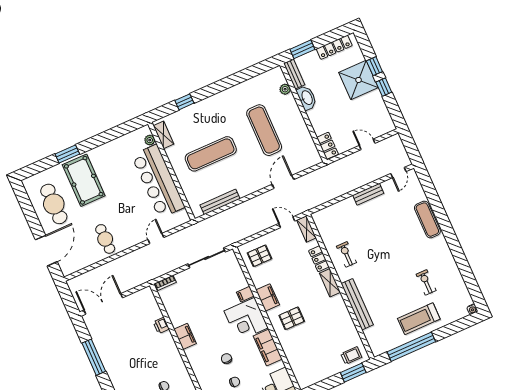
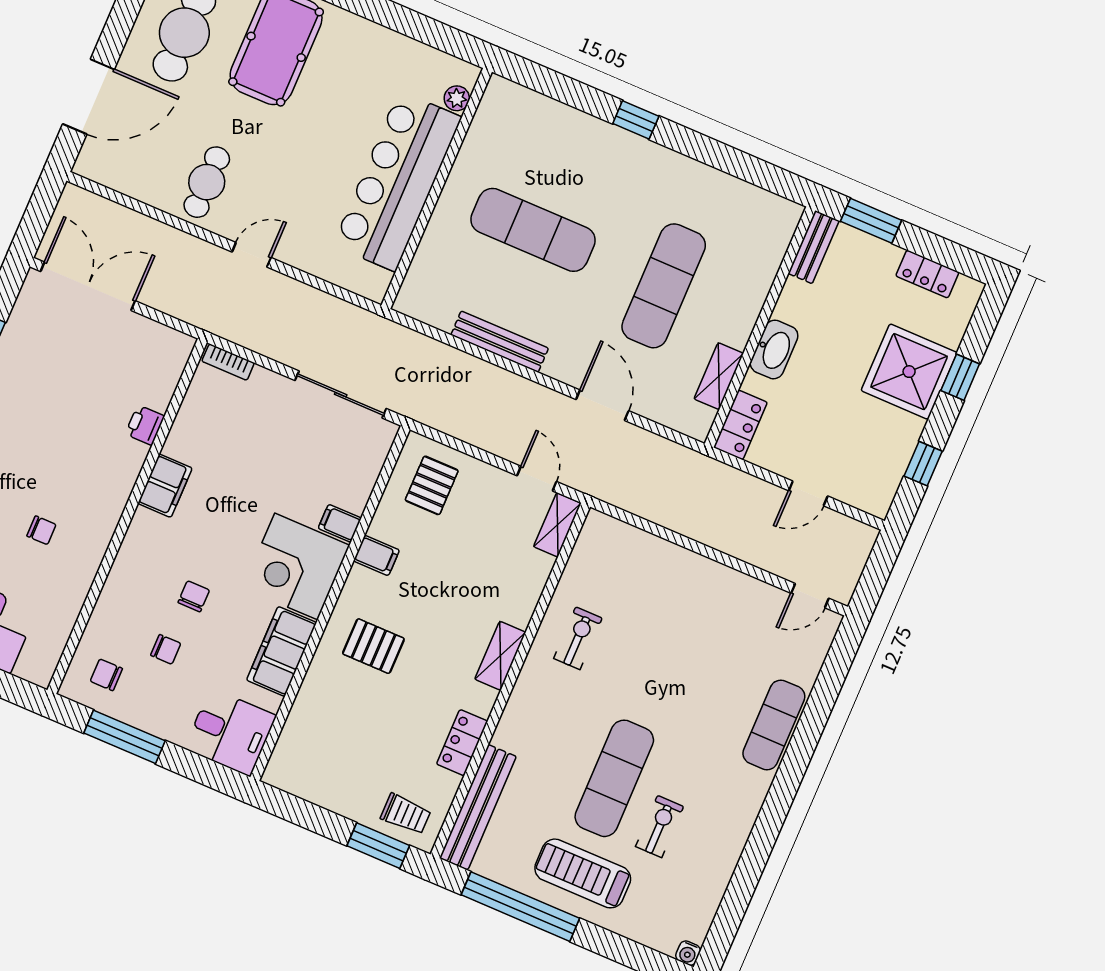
locker: (334, 47) -> (927, 274), width x0.66
window: (384, 87) -> (923, 464), moved
plant: (285, 89) -> (771, 256), removed
washbasin: (307, 98) -> (774, 349), moved
window: (184, 102) -> (636, 120), moved
shelving: (163, 135) -> (719, 376), moved
door: (367, 144) -> (808, 493), swing flipped
door: (283, 182) -> (602, 405), hinge flipped
bench: (368, 194) -> (721, 578), removed
bench: (220, 202) -> (500, 342), moved
door: (156, 239) -> (251, 255), moved
pallet: (259, 256) -> (432, 485), turned 90
locker: (319, 259) -> (462, 743), moved
exercise mat: (399, 283) -> (614, 778), added
filing cabinet: (268, 297) -> (376, 555), width x0.50
bench: (357, 304) -> (478, 807), moved

